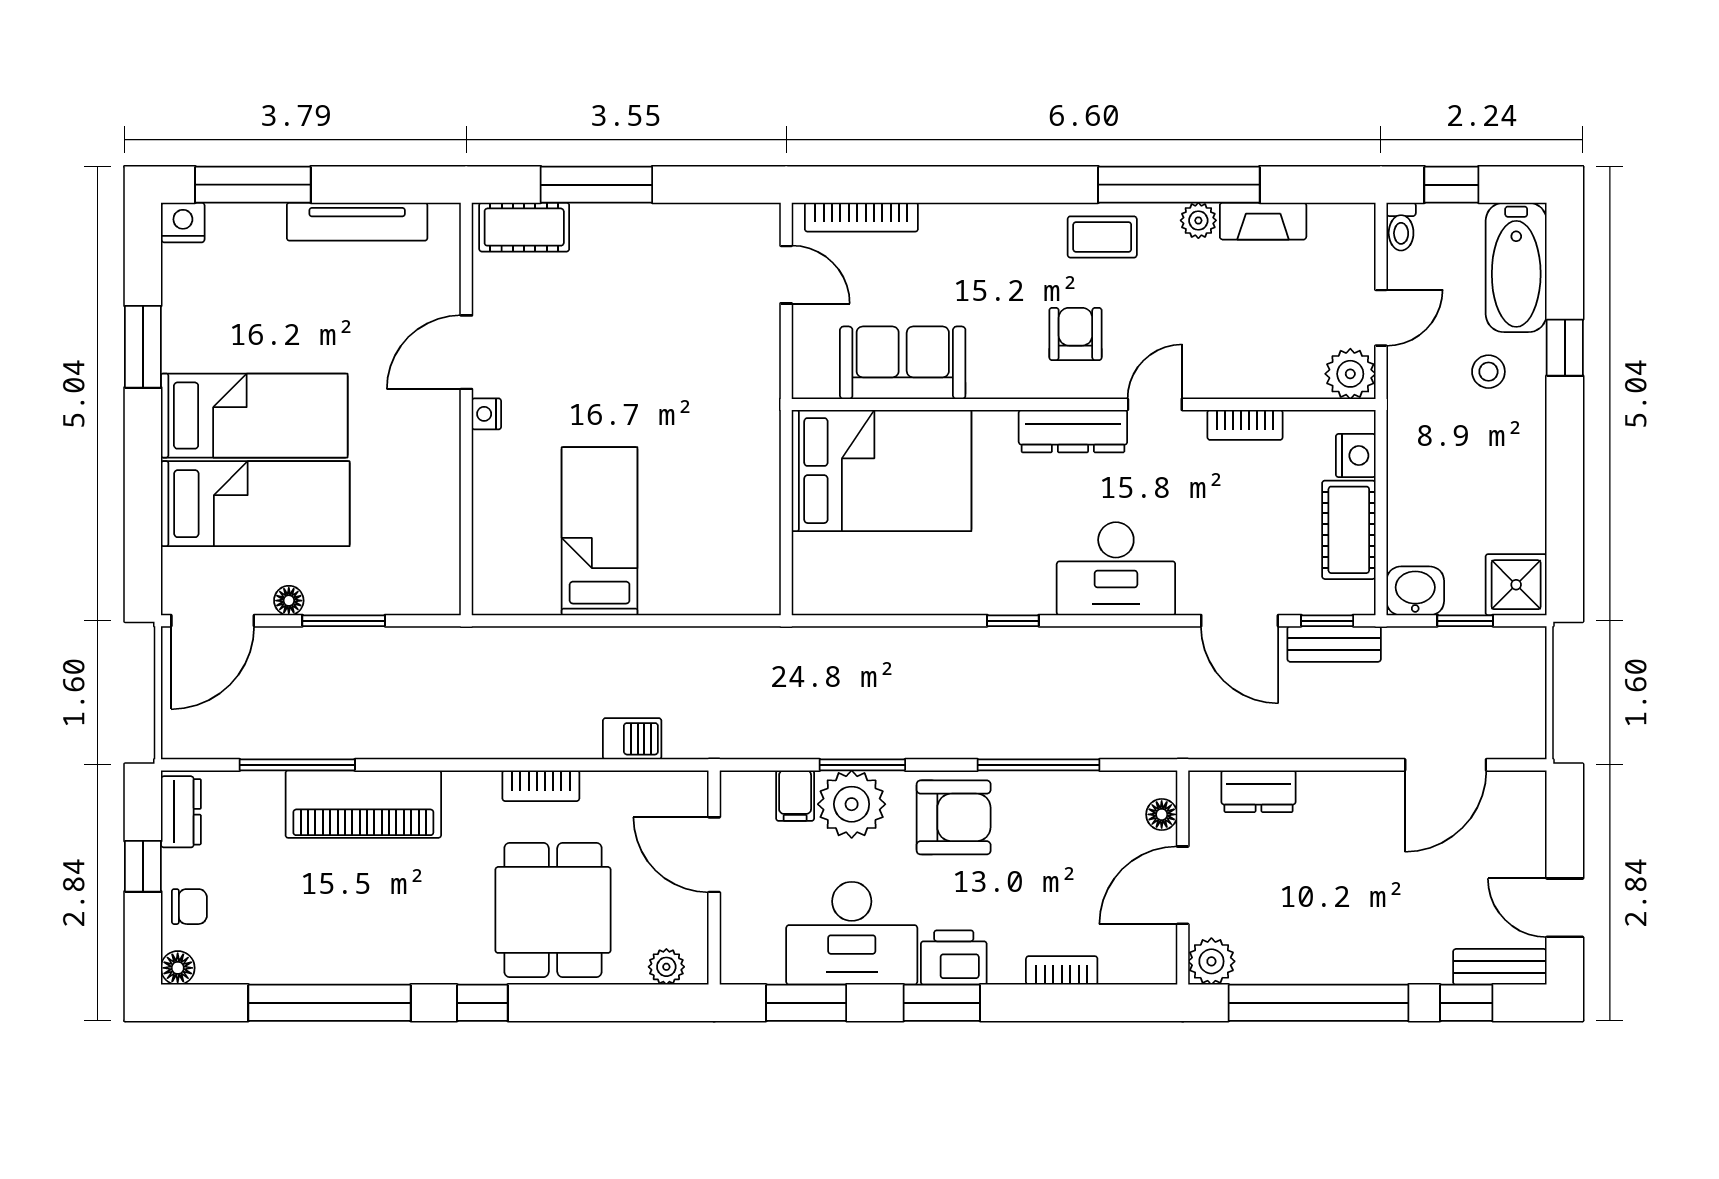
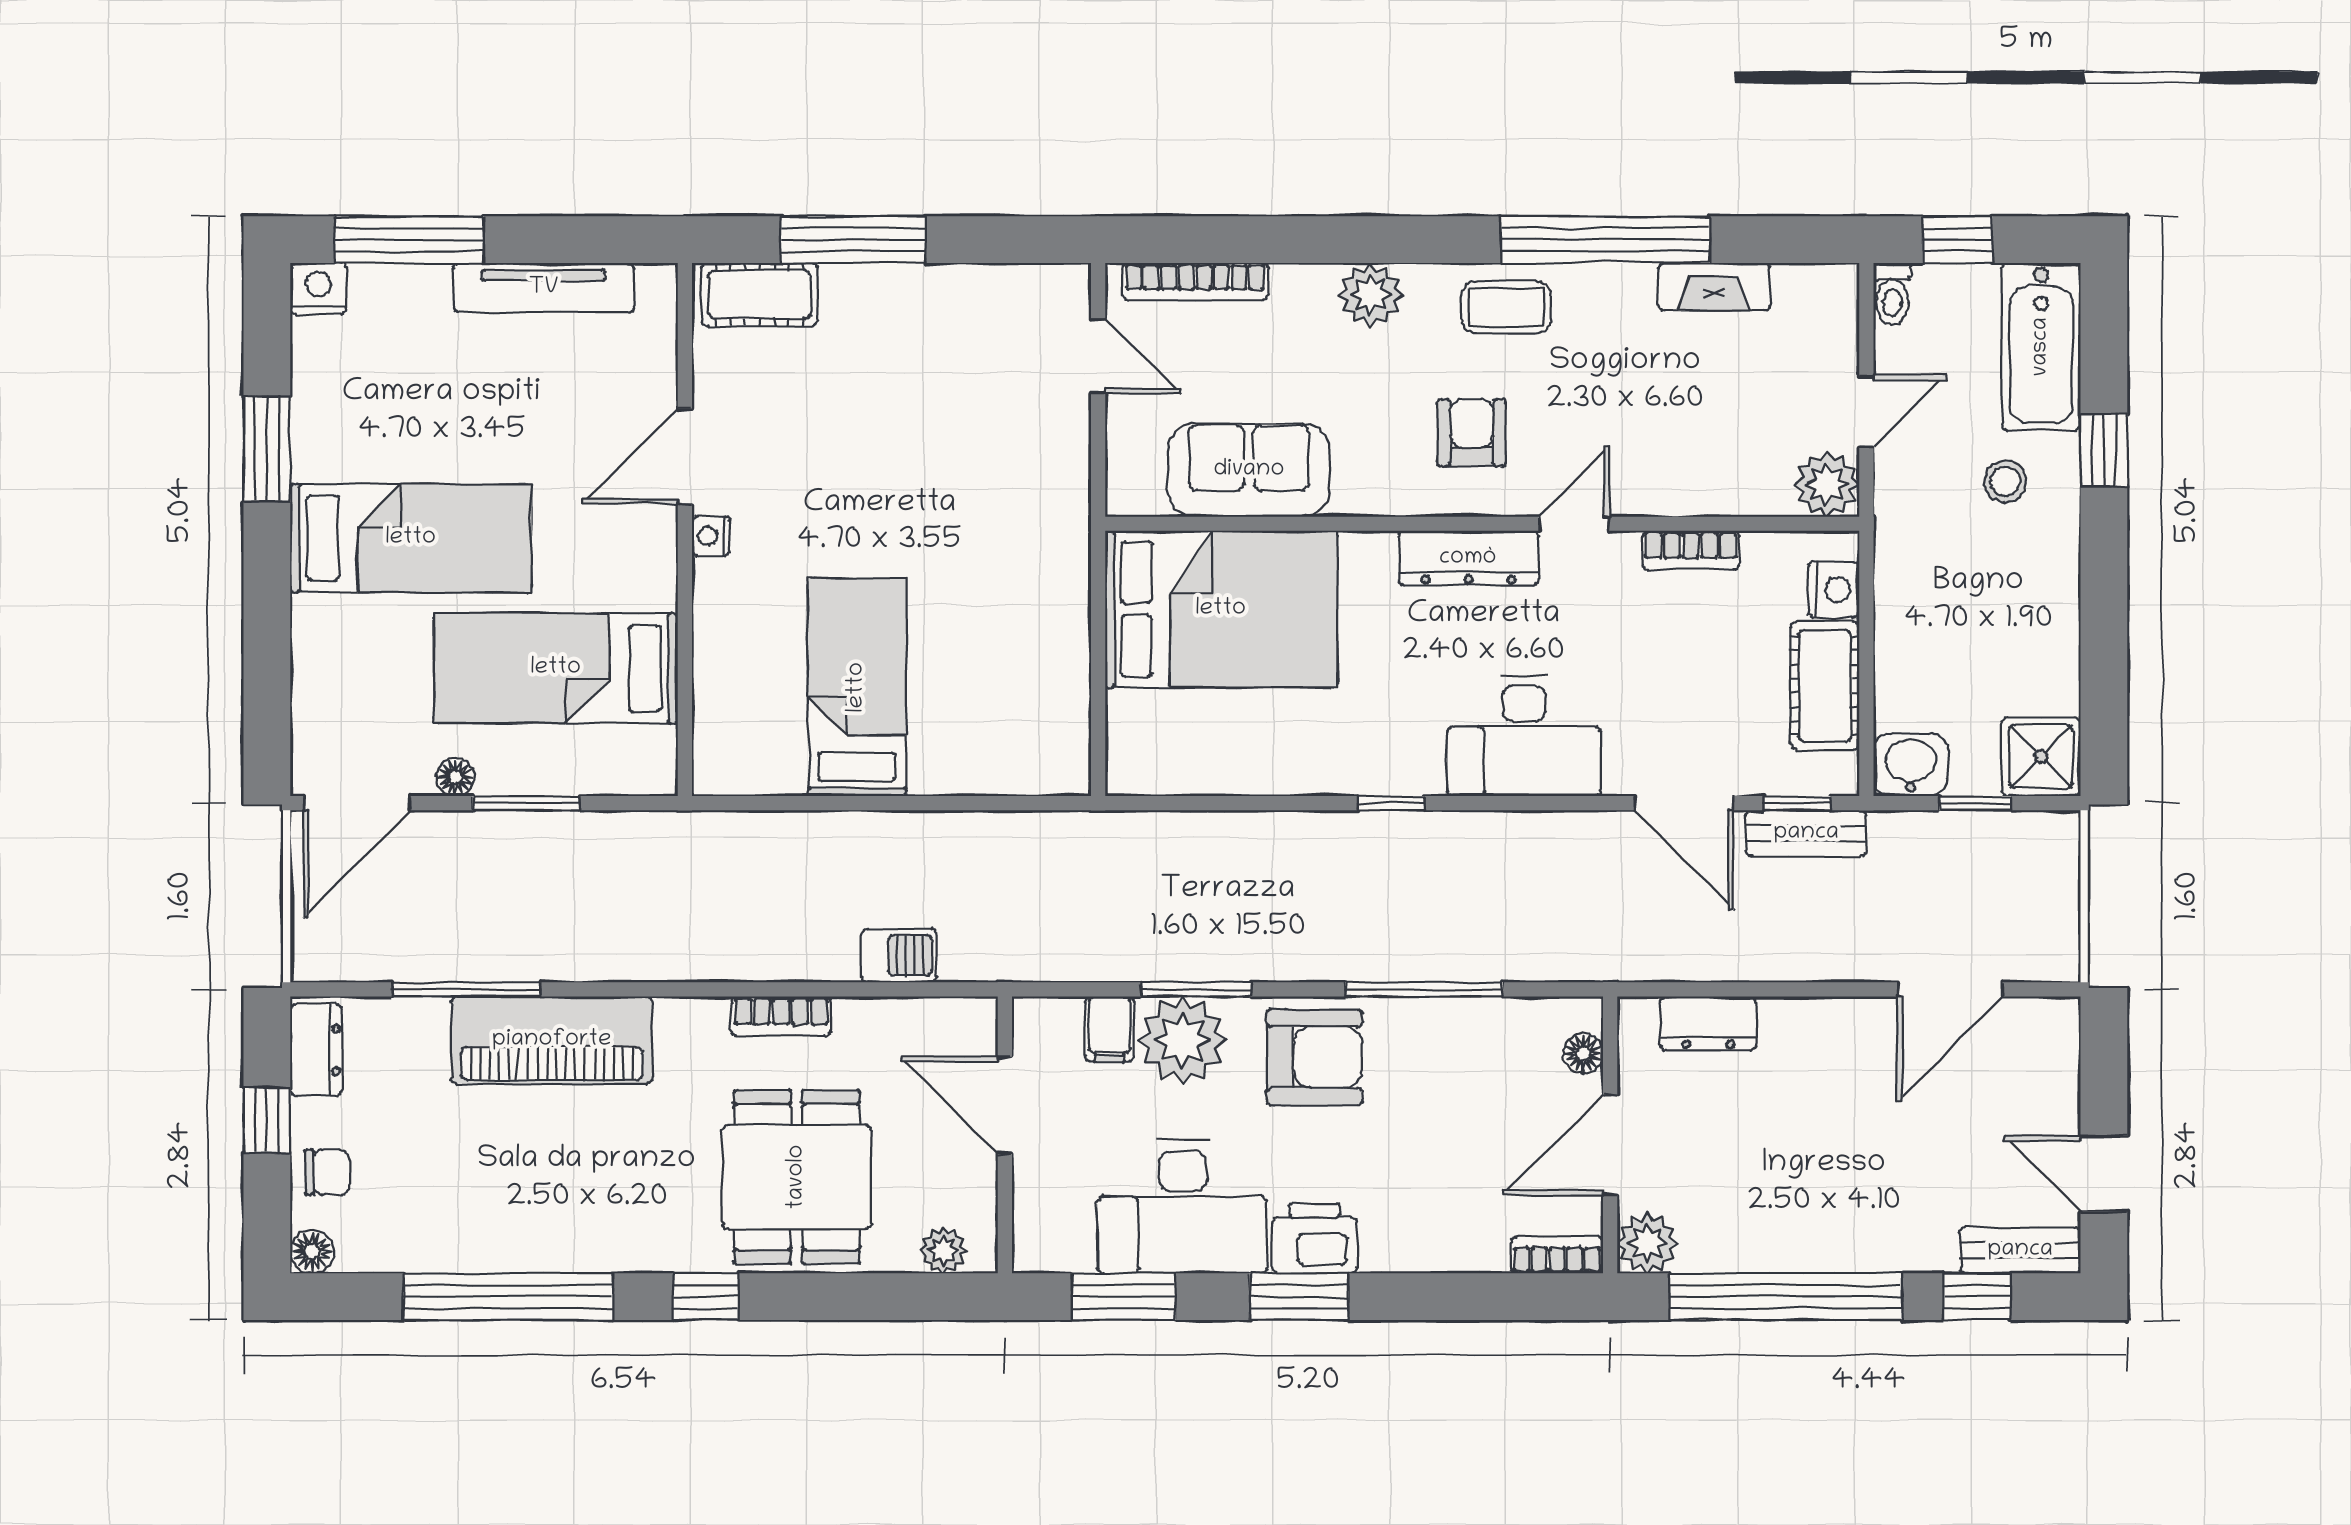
plant: (1198, 220) -> (1371, 295), moved, width x1.38, depth x1.38
bed: (255, 504) -> (556, 668), moved, turned 180
bookcase: (1062, 970) -> (1557, 1255), moved

